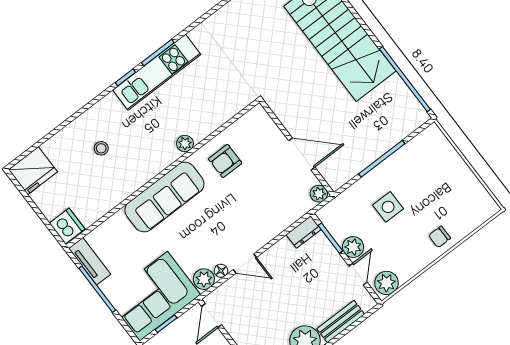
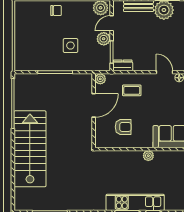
door: (302, 154) -> (94, 105), swing flipped
armchair: (225, 161) -> (123, 127), moved
coffee table: (268, 209) -> (132, 90), added

